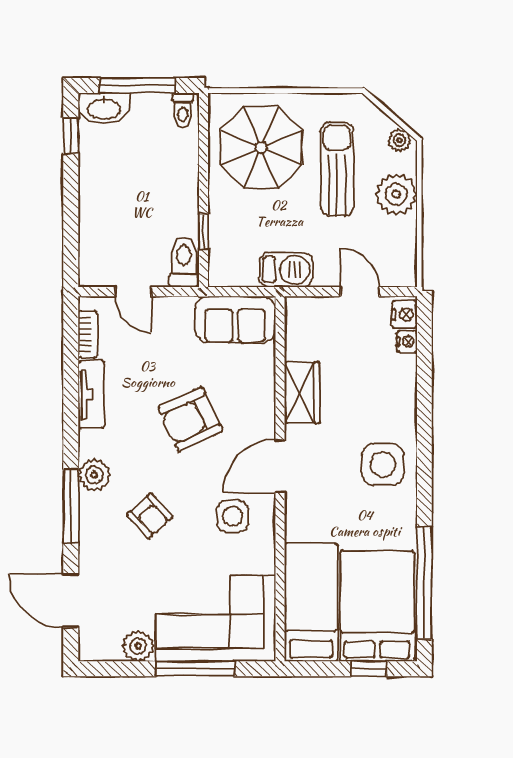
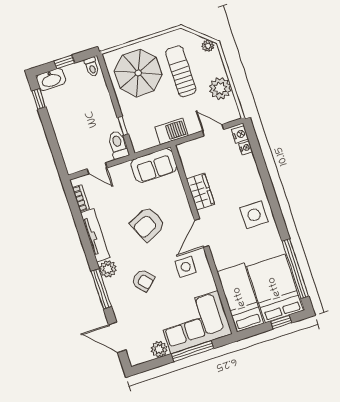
window: (137, 85) -> (64, 62), width x0.46
plant: (396, 194) -> (220, 88), moved
tv unit: (91, 394) -> (95, 235), width x1.41

